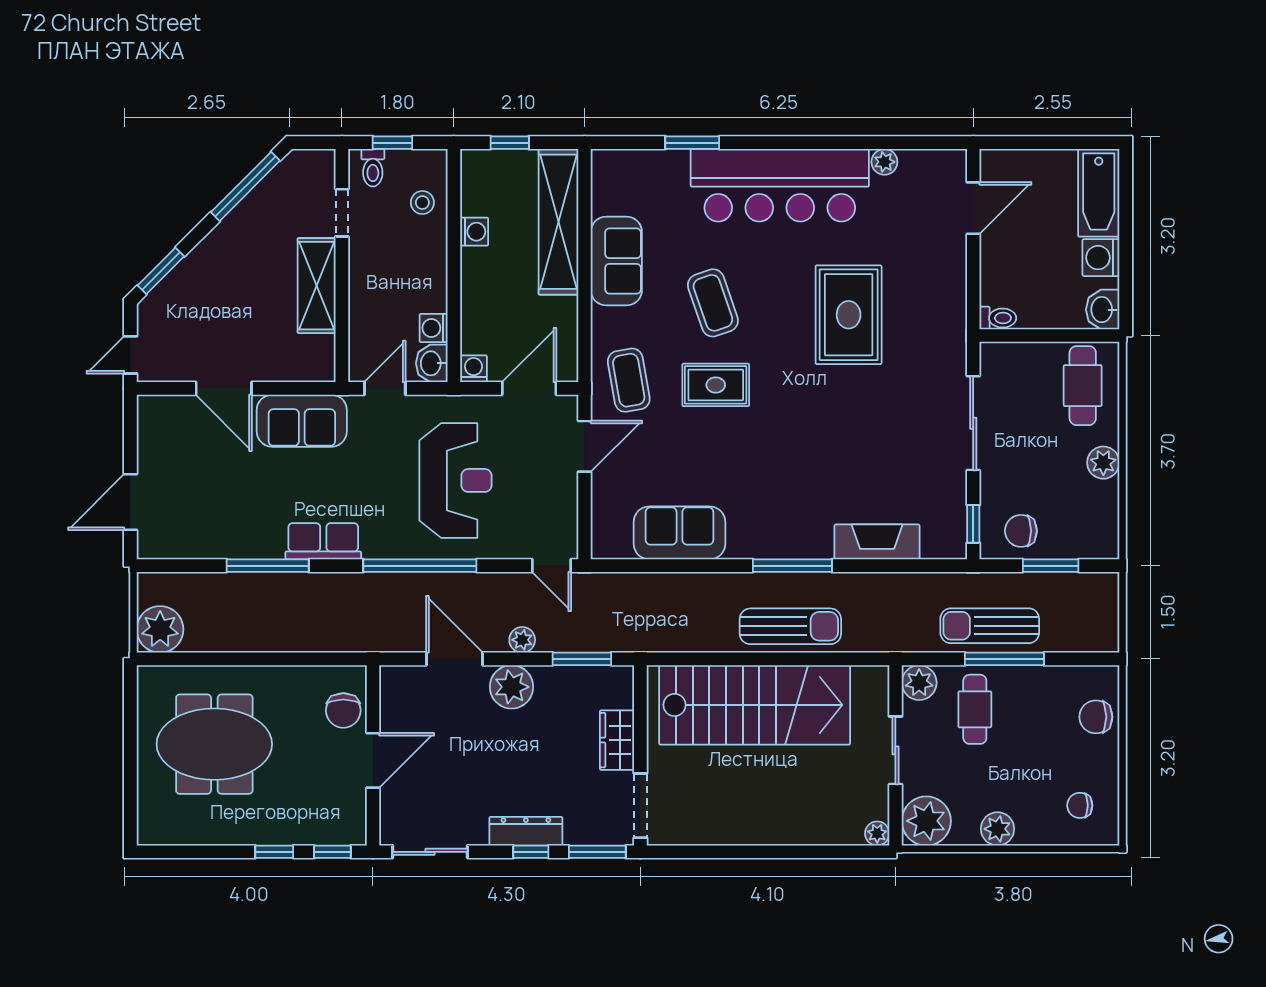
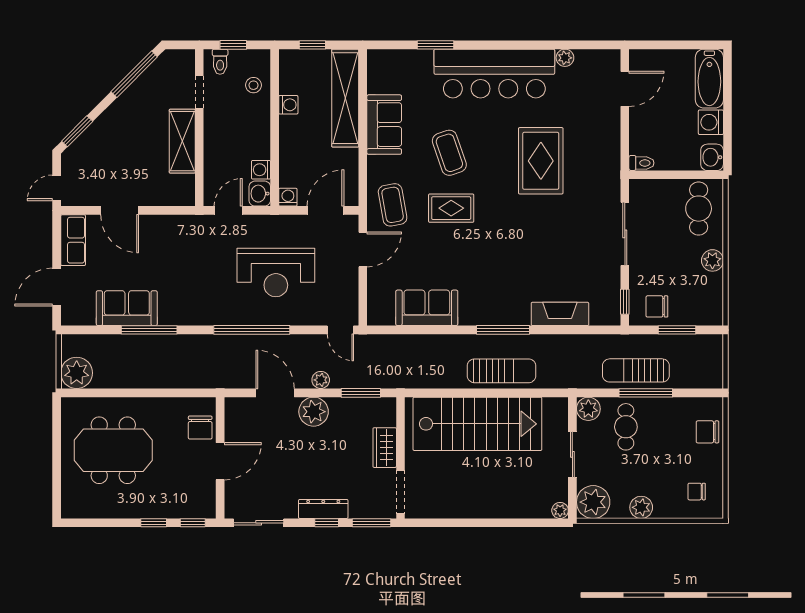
sofa: (302, 421) -> (127, 308), moved, turned 180
reception desk: (456, 480) -> (276, 273), turned 90
row of seats: (323, 541) -> (73, 240), moved, turned 90

